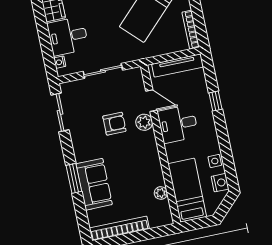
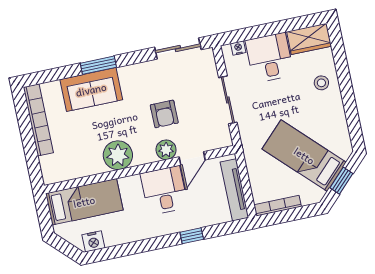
side table: (215, 161) -> (120, 235), removed
plant: (161, 193) -> (118, 155), moved, width x1.88, depth x1.88

